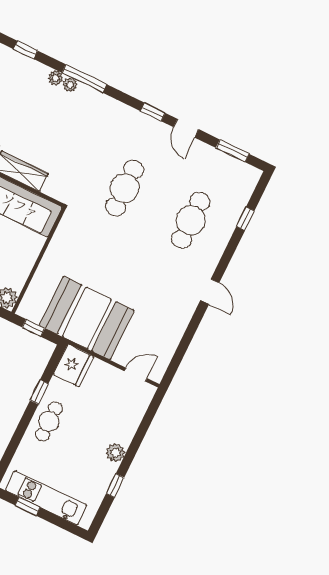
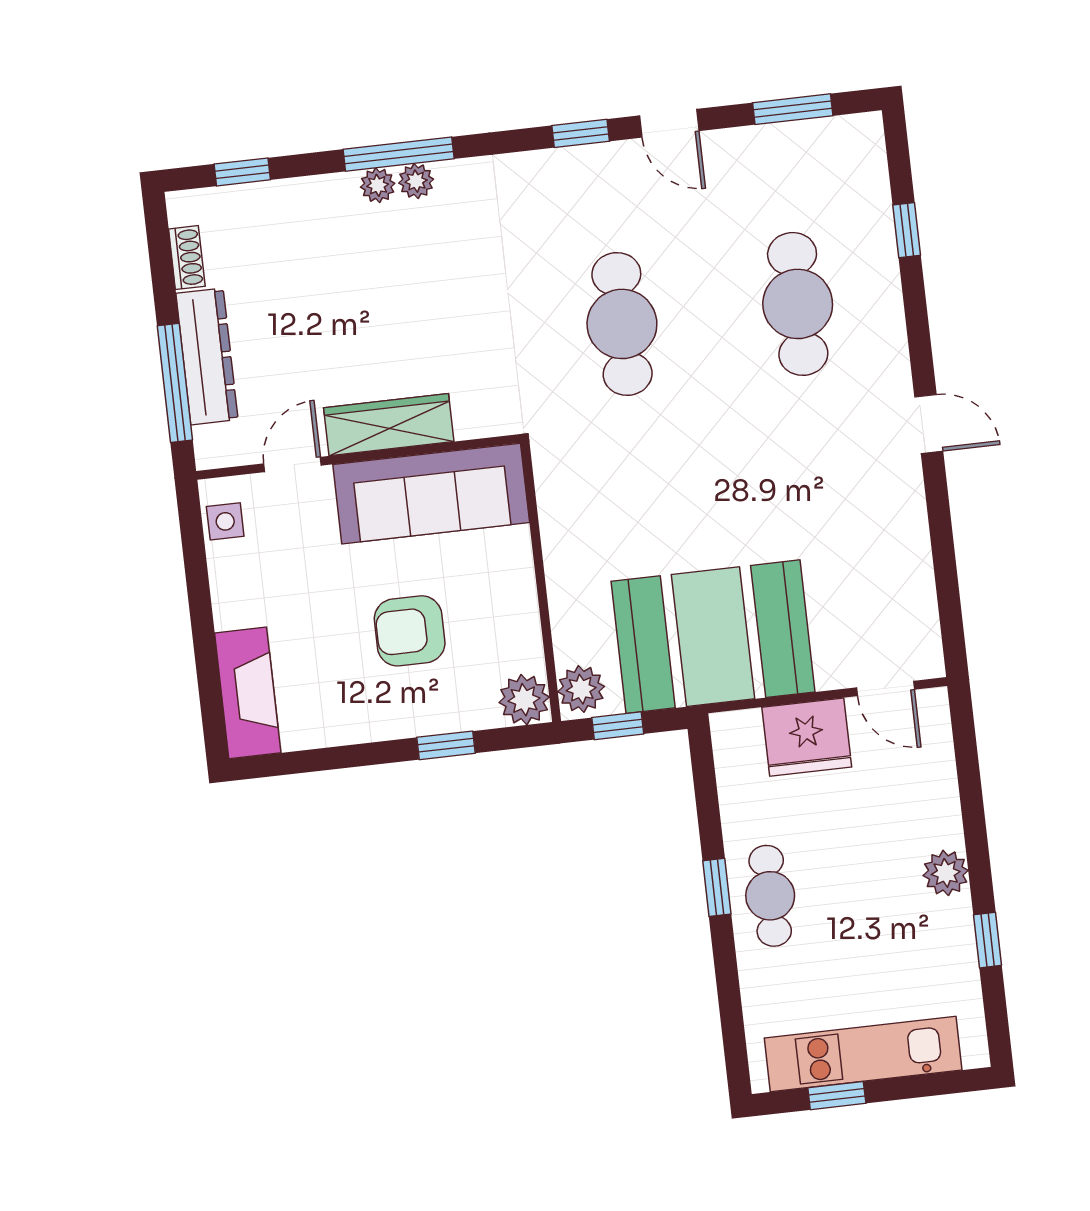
plant: (56, 78) -> (416, 181), moved
plant: (29, 307) -> (581, 689), added
fridge: (73, 365) -> (807, 737), moved, turned 90
door: (136, 375) -> (885, 689), swing flipped
window: (39, 392) -> (717, 887), moved

